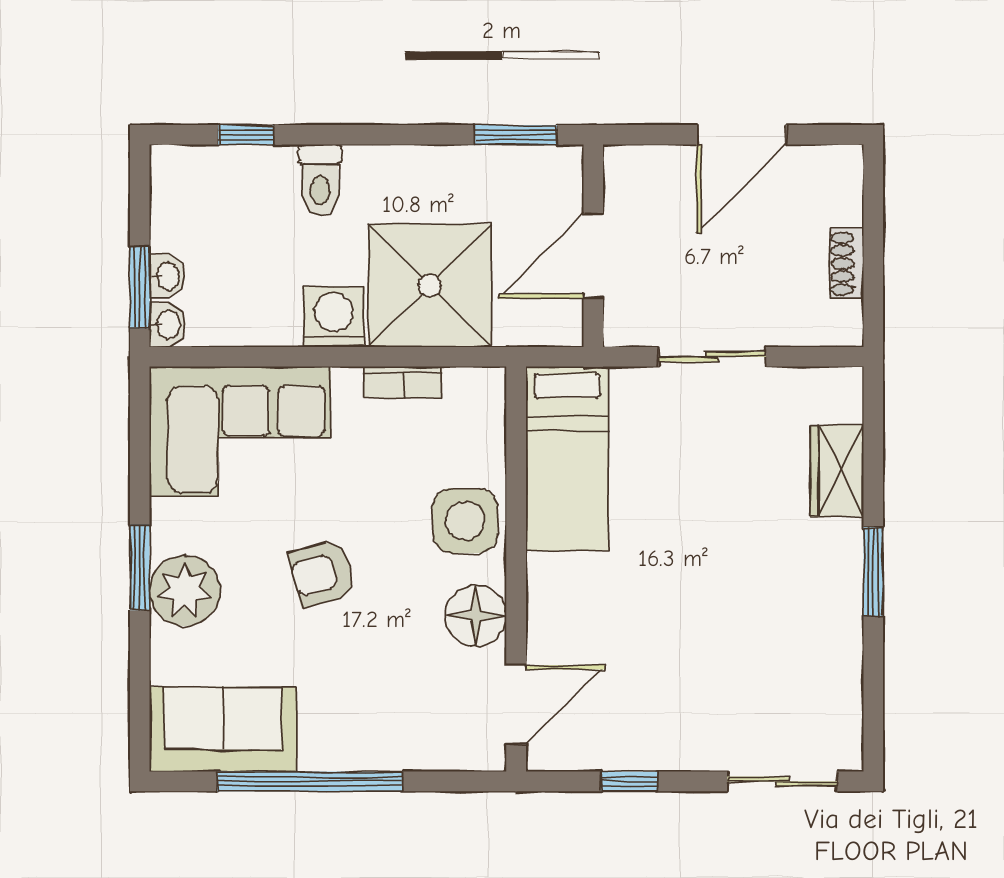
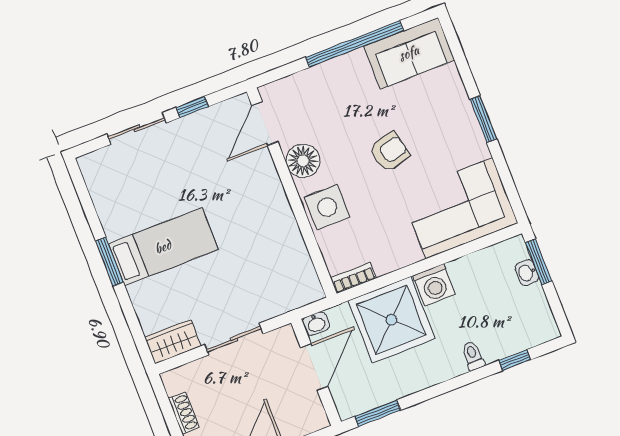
toilet: (320, 180) -> (473, 356), width x0.73, depth x0.72
washbasin: (168, 325) -> (316, 324), moved, turned -90
bookcase: (403, 382) -> (353, 278), moved
bed: (567, 459) -> (163, 247), moved, turned 90
wardrobe: (837, 471) -> (173, 342), moved, turned -90
plant: (185, 591) -> (456, 116), removed
sliding door: (782, 781) -> (137, 128), moved

